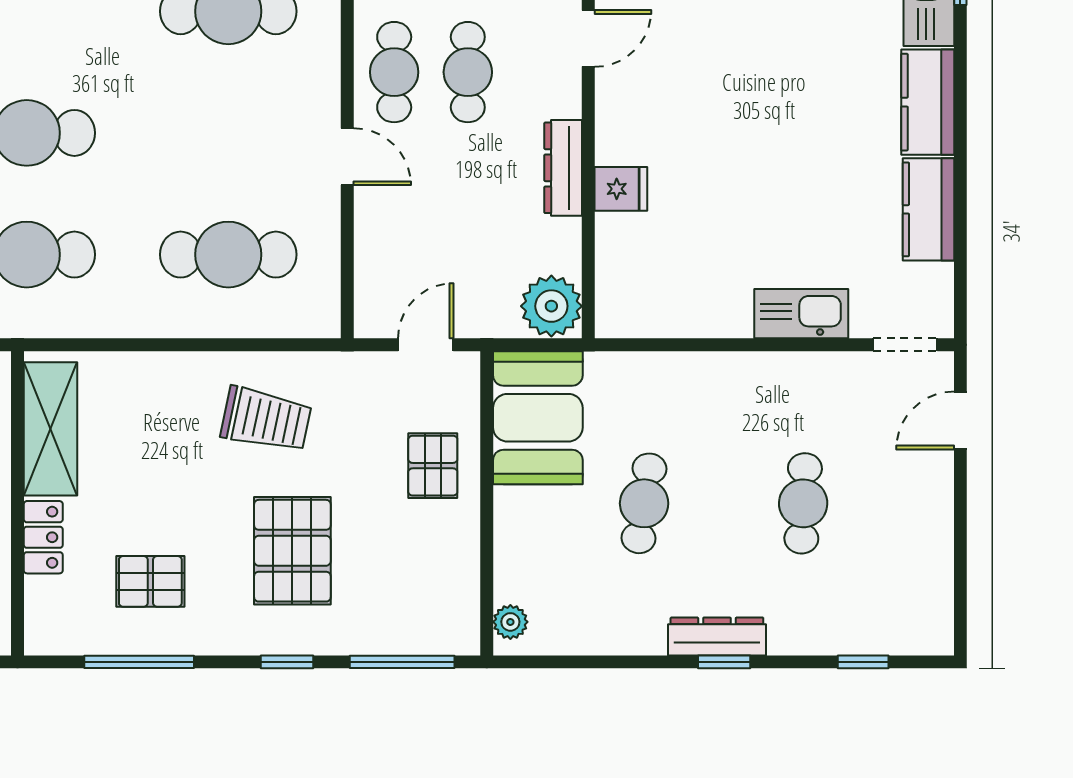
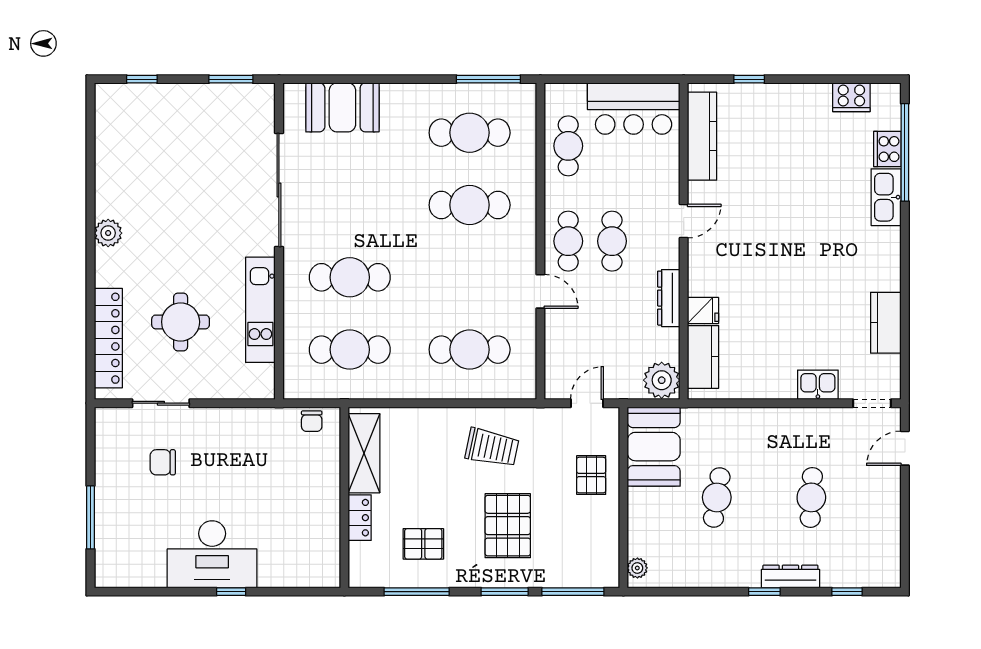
kitchen counter: (928, 102) -> (703, 357), moved, turned 180
kitchen sink: (801, 314) -> (818, 385), width x0.73
dresser: (717, 636) -> (790, 577), moved
window: (287, 662) -> (505, 592), width x1.50

